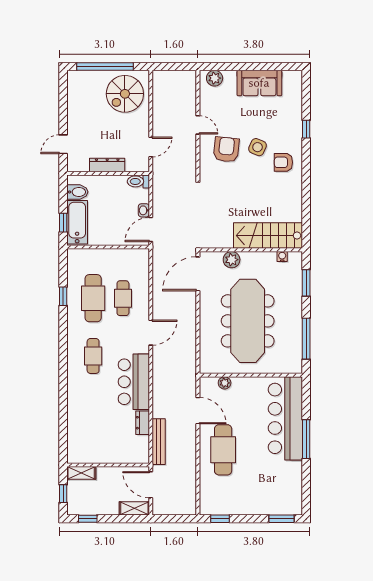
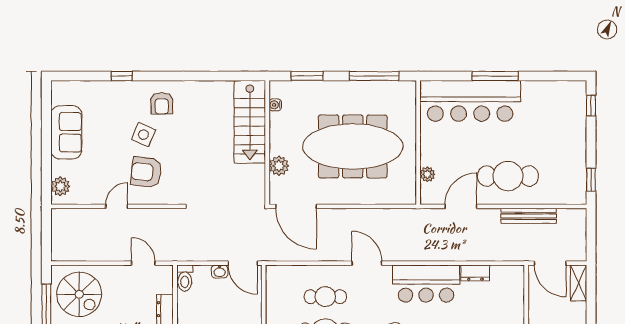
bench: (159, 442) -> (529, 216), moved
door: (151, 485) -> (550, 263), hinge flipped
window: (282, 519) -> (591, 106), width x0.67

